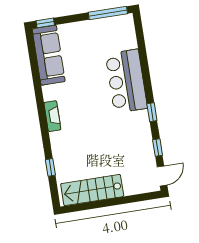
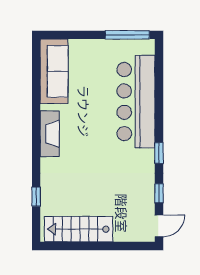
window: (45, 23) -> (56, 35), removed
bar counter: (126, 81) -> (136, 102), width x1.36
fireplace: (52, 116) -> (50, 134), width x1.37, depth x1.32

